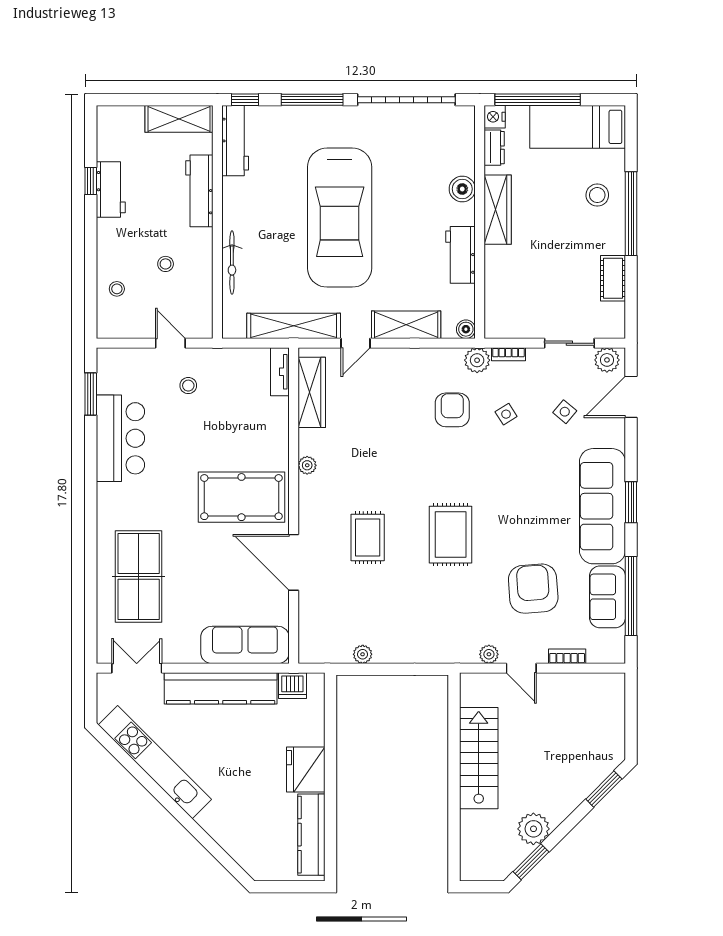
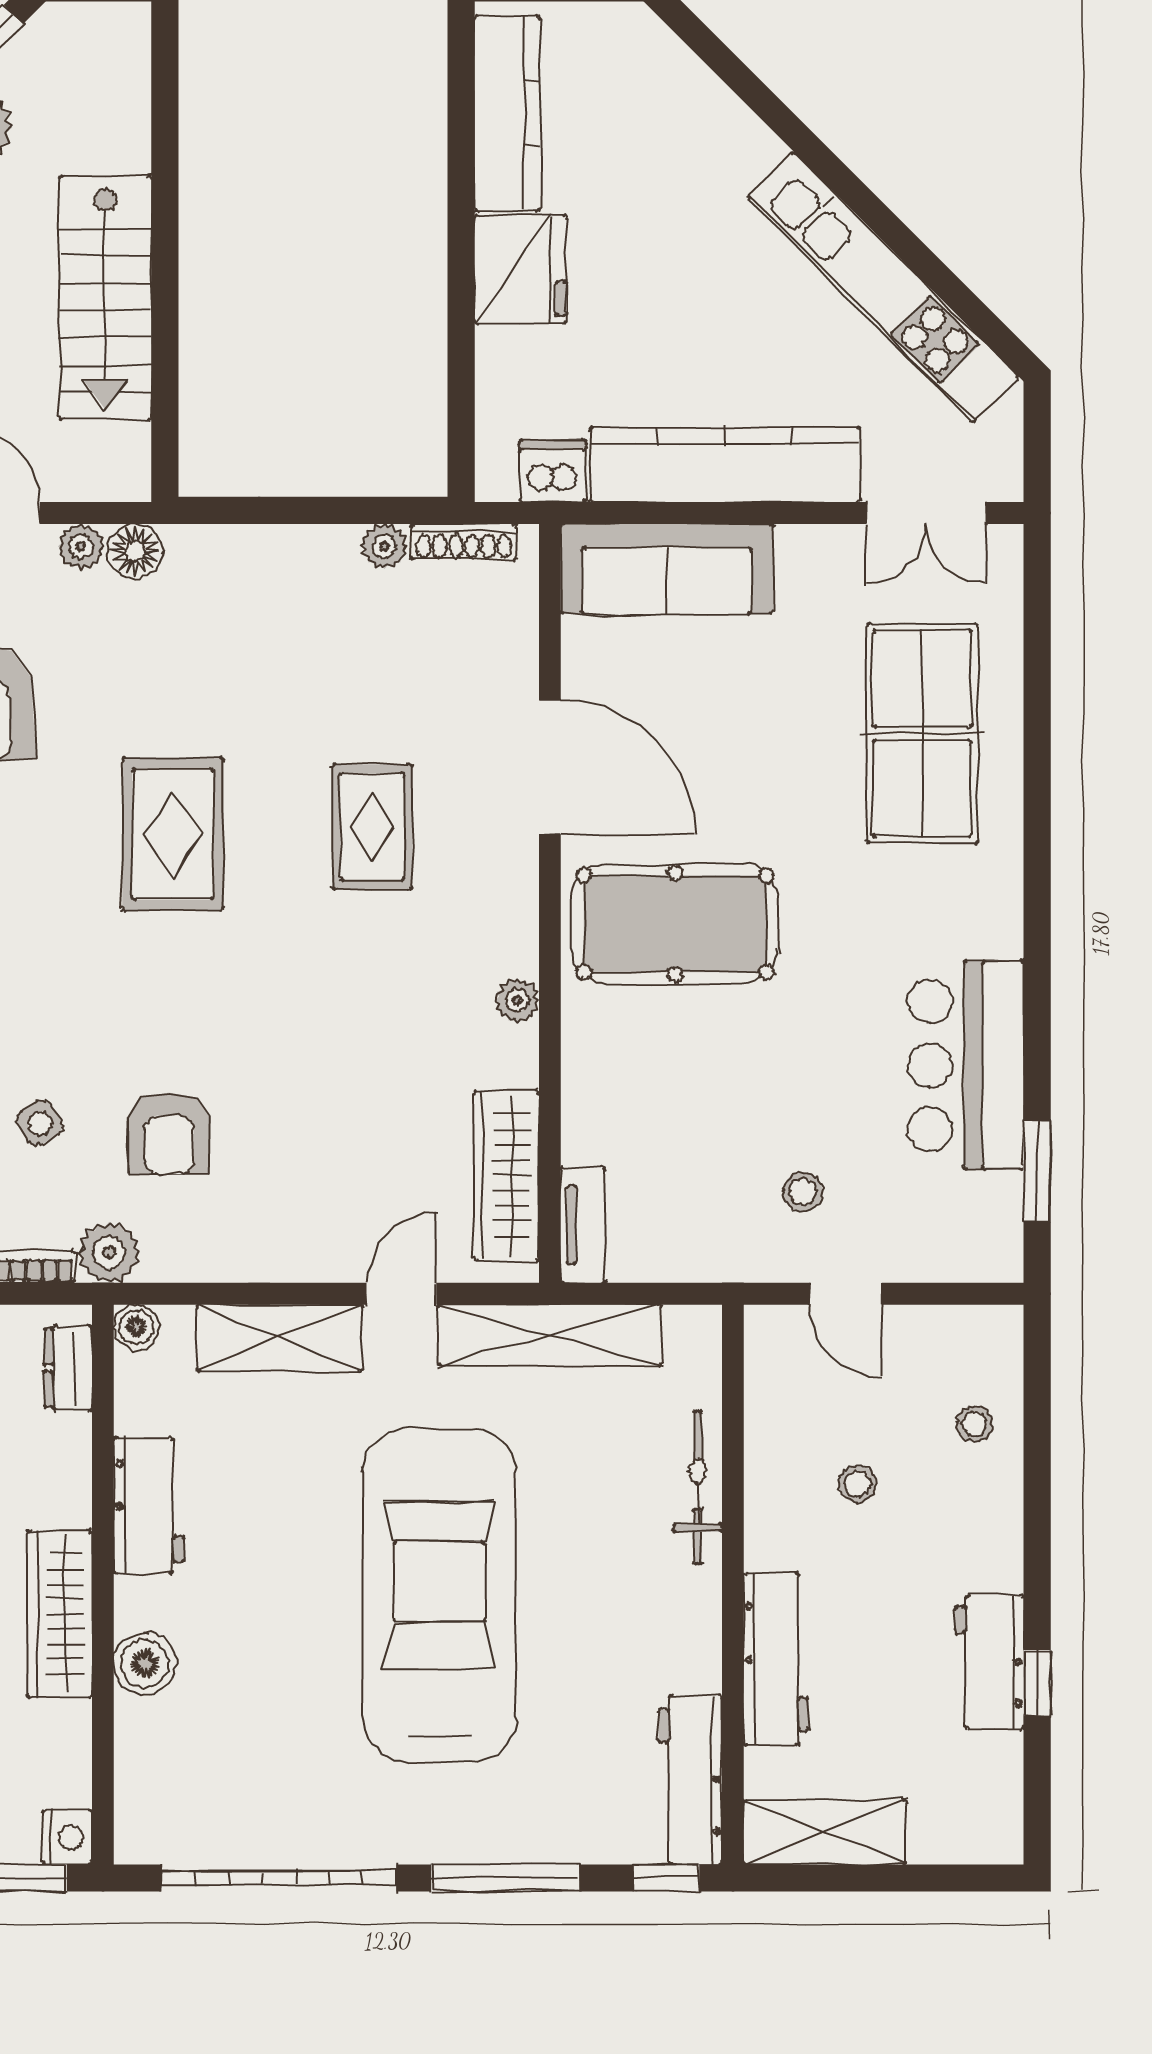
dresser: (494, 148) -> (68, 1368), moved
floor lamp: (466, 652) -> (135, 551), added
shoe rack: (329, 656) -> (464, 542), added

